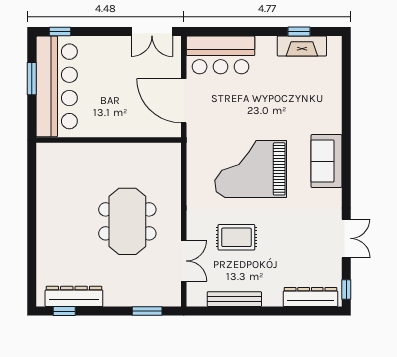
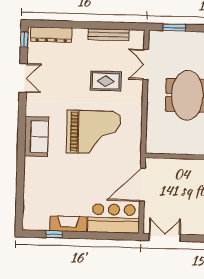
fireplace: (302, 46) -> (68, 224), moved
door: (184, 101) -> (142, 185), swing flipped
double door: (346, 238) -> (23, 78), swing flipped

